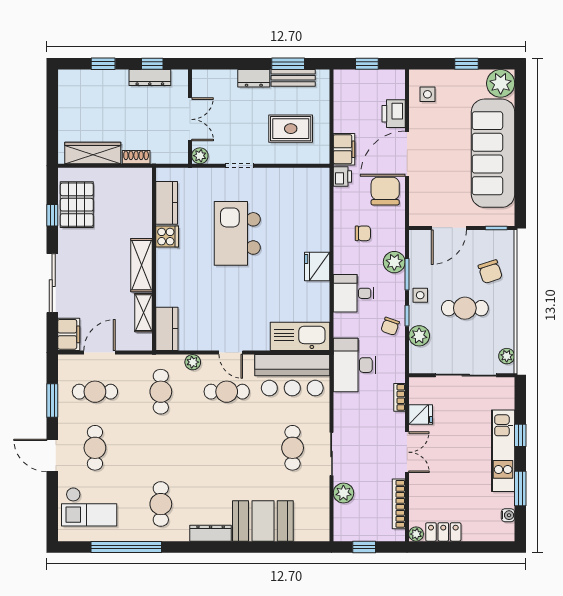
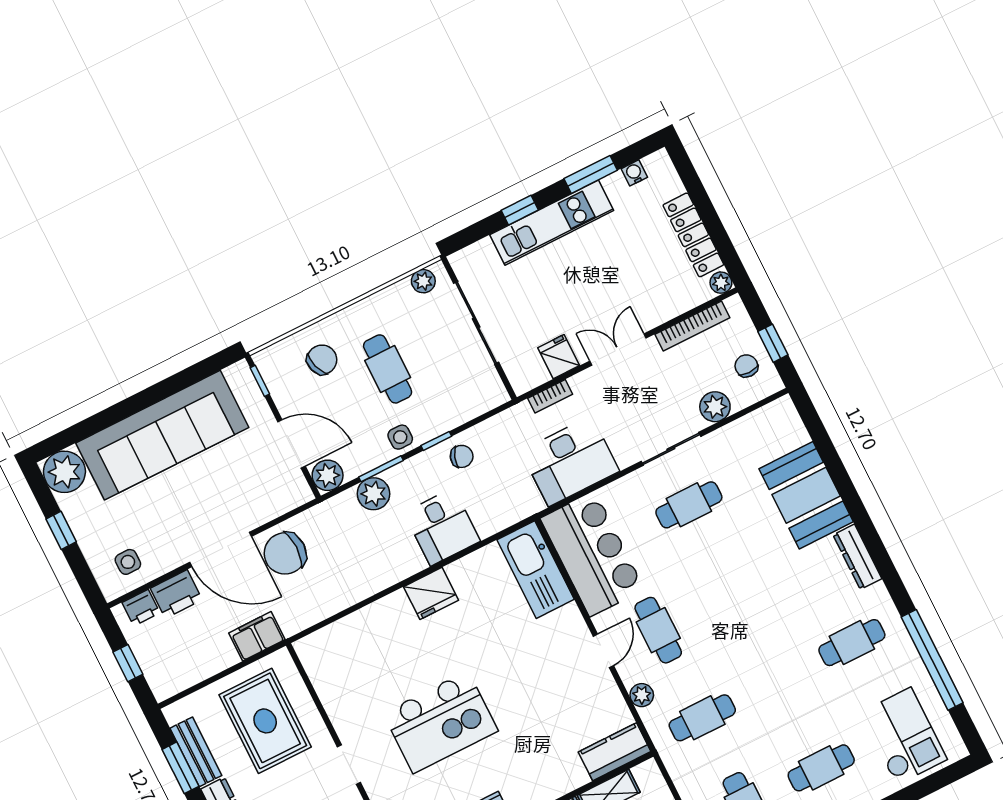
rug: (291, 129) -> (265, 721), width x1.36, depth x1.43
printer: (342, 177) -> (141, 608), moved, turned 180
chair: (363, 233) -> (746, 366), moved
plant: (419, 336) -> (328, 475), moved
desk: (354, 365) -> (570, 461), moved
locker: (443, 532) -> (693, 235), width x1.53

